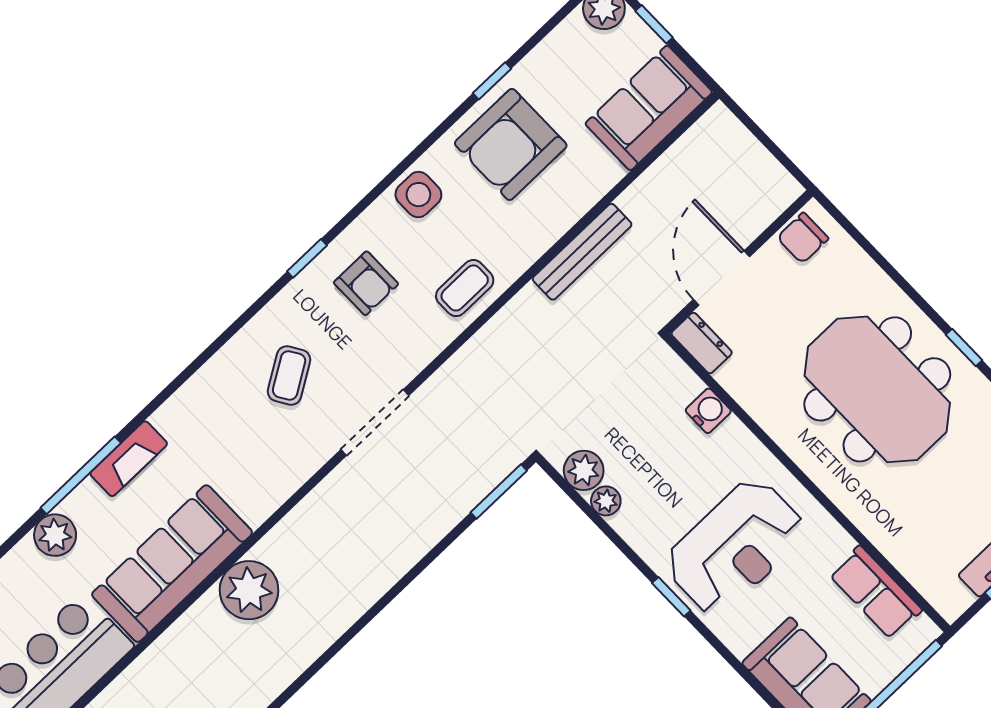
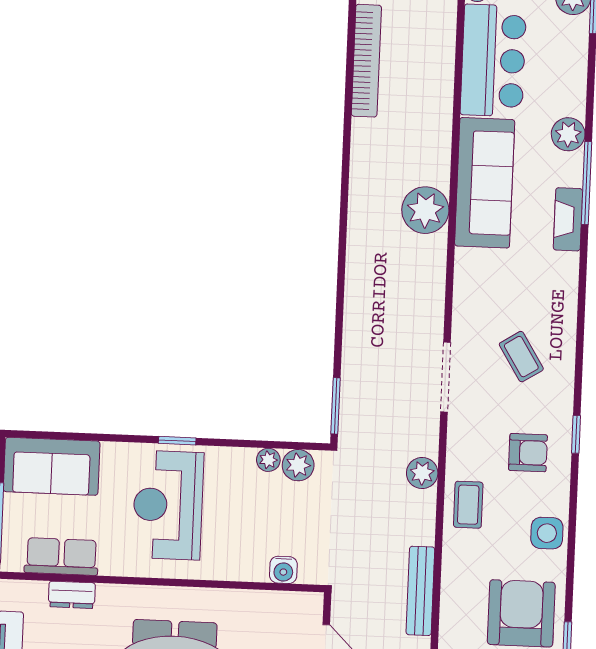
armchair: (366, 283) -> (528, 453), turned 180
dresser: (702, 343) -> (72, 595), moved
plant: (479, 356) -> (422, 473), added
water cooler: (708, 411) -> (283, 570), moved

